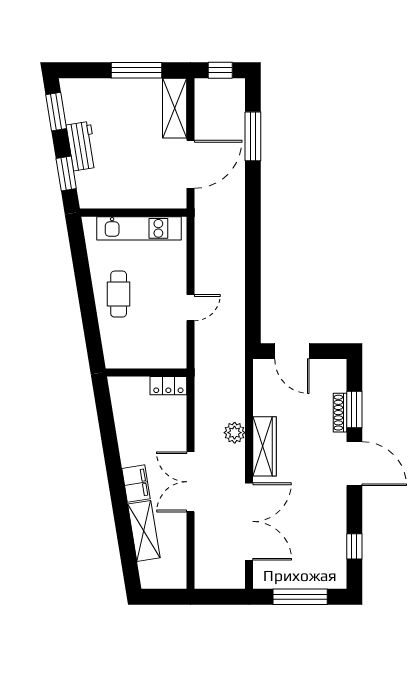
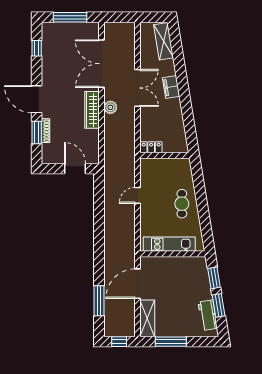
window: (56, 112) -> (219, 305), moved
workbench: (82, 146) -> (208, 315), moved
plant: (235, 433) -> (110, 107), moved
shelving: (144, 531) -> (164, 41), moved

